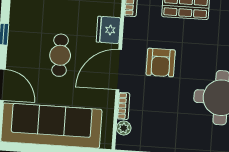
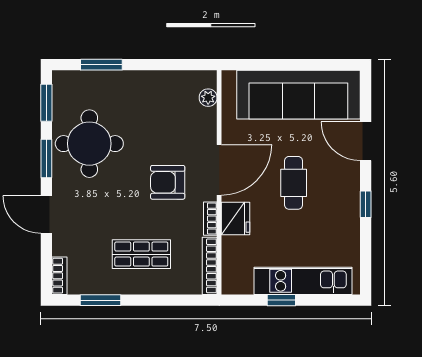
armchair: (161, 63) -> (168, 182), turned -90
bookcase: (123, 106) -> (210, 219), moved

